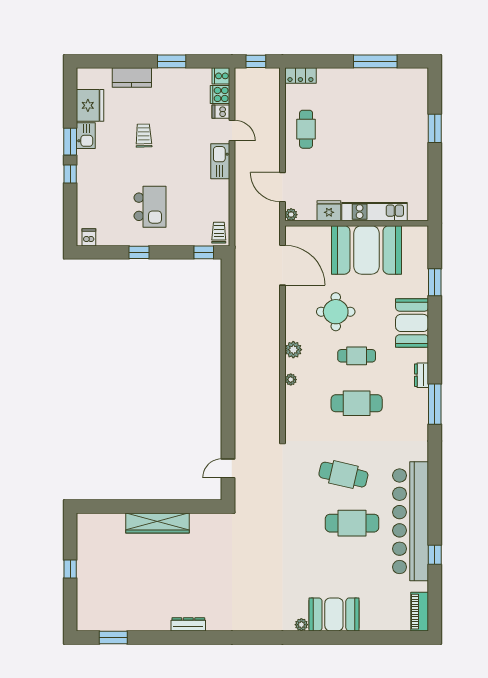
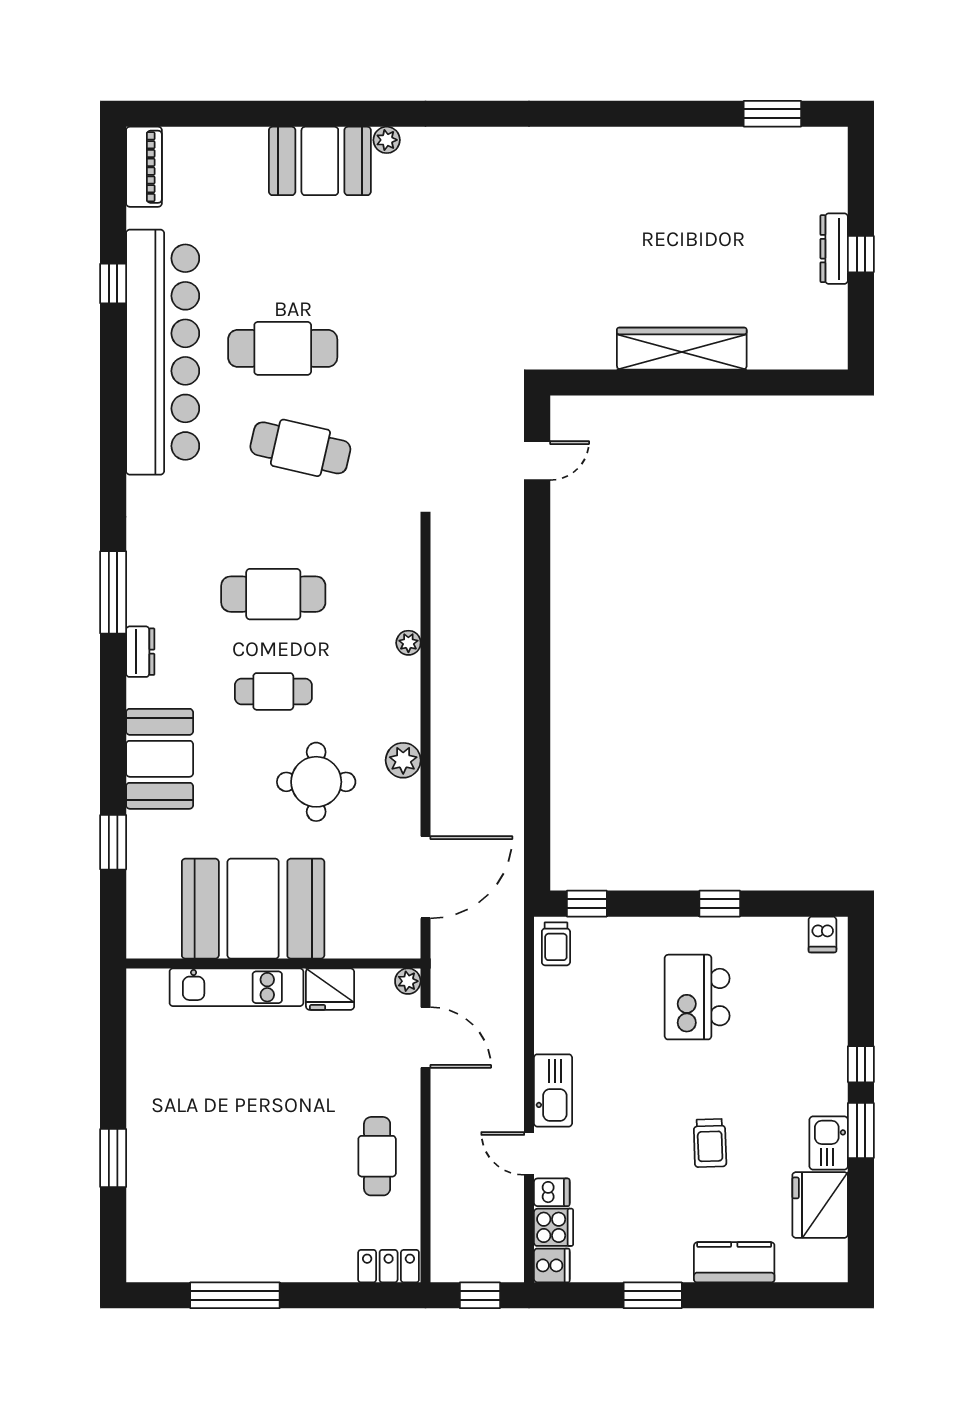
door: (282, 265) -> (425, 877), swing flipped
plant: (293, 350) -> (403, 760), moved
dresser: (188, 624) -> (834, 249), moved, turned 90

